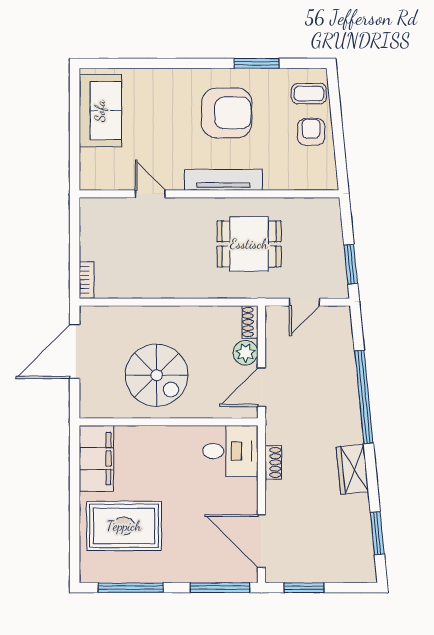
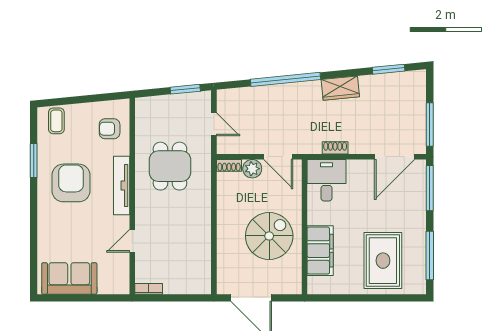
armchair: (311, 132) -> (110, 129), moved
bookcase: (87, 280) -> (149, 289), moved
filing cabinet: (96, 458) -> (320, 251), moved, turned 90
window: (304, 588) -> (430, 125), width x1.44

